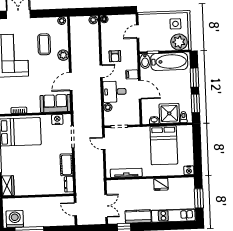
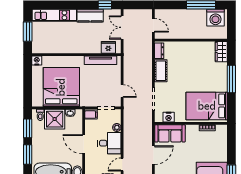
filing cabinet: (132, 74) -> (91, 115), moved
bed: (164, 145) -> (61, 87), width x1.36
fridge: (161, 184) -> (108, 47), moved

